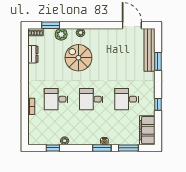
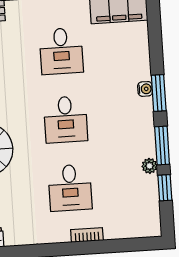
window: (128, 148) -> (162, 145), moved

